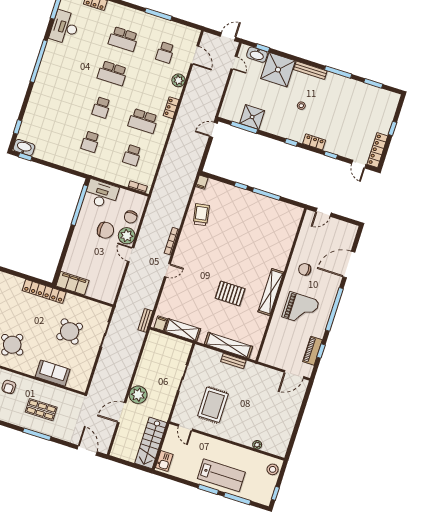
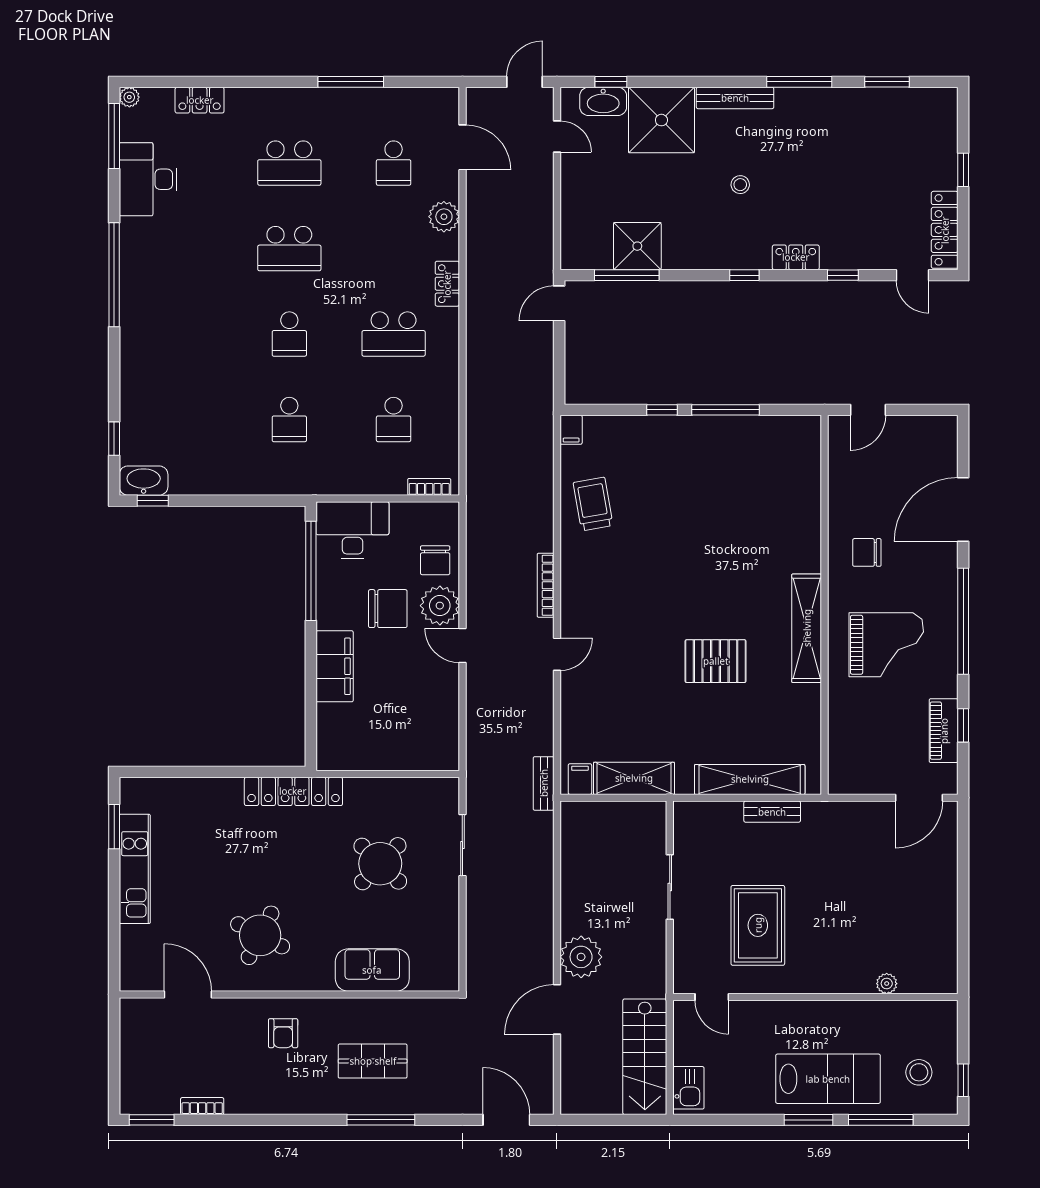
filing cabinet: (72, 283) -> (335, 666), moved, turned 90
stool: (273, 469) -> (919, 1072), moved

